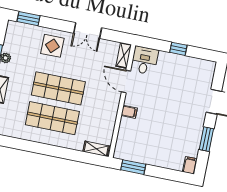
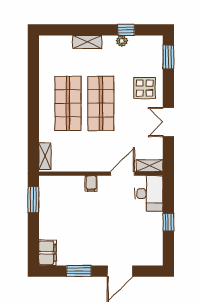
desk: (144, 60) -> (149, 194), width x1.37
filing cabinet: (190, 165) -> (47, 253), width x2.00

